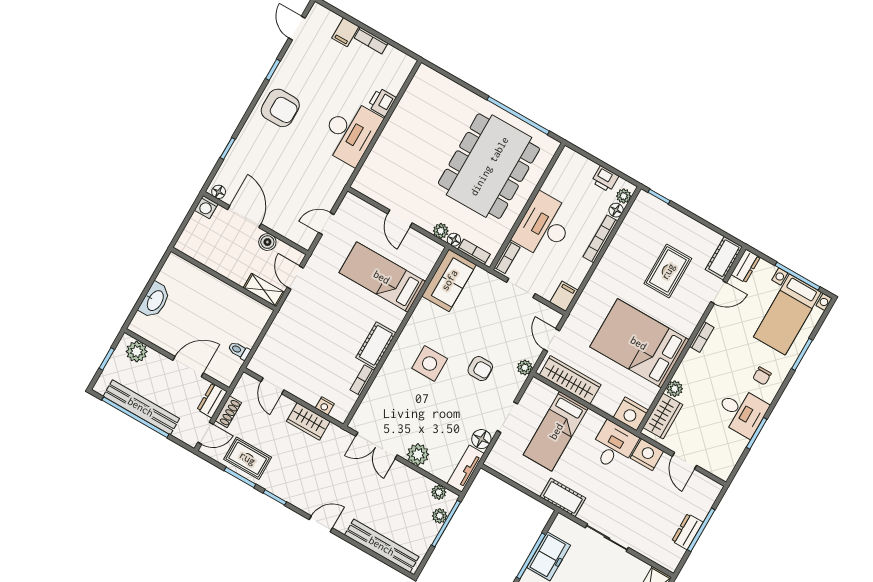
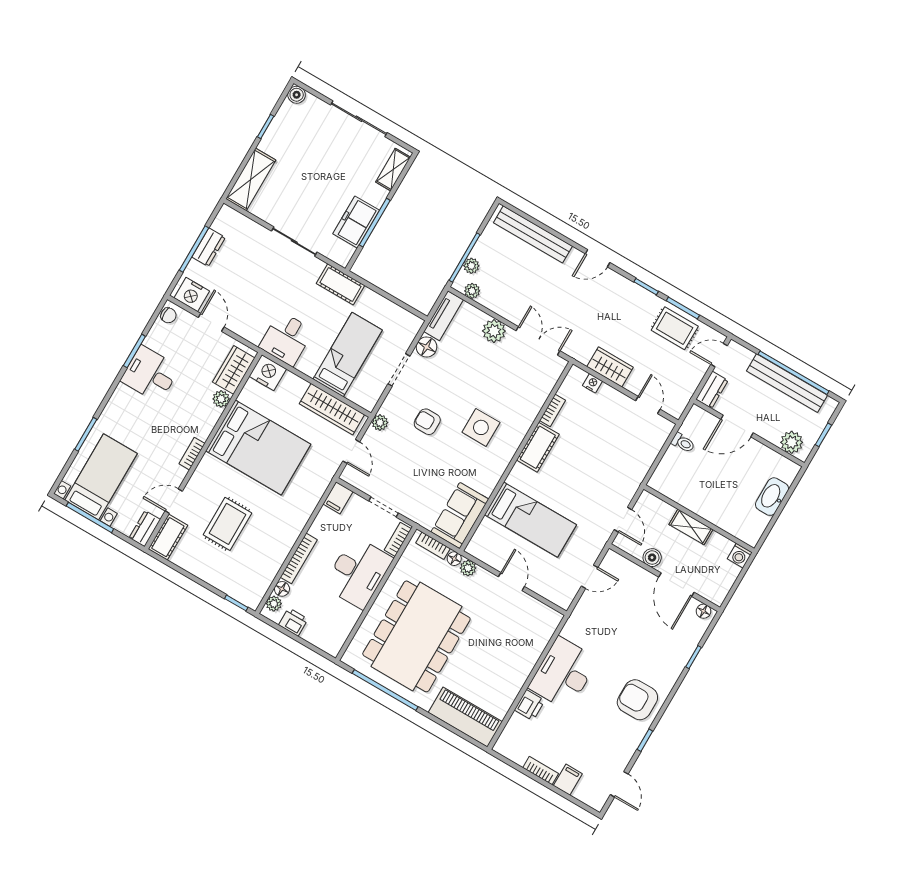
piano: (442, 90) -> (465, 717), added
washing machine: (206, 207) -> (740, 556), moved, turned 180
shelving: (264, 290) -> (691, 527), moved
chair: (762, 376) -> (168, 315), moved, turned 90
shoe rack: (228, 412) -> (695, 378), removed
nightstand: (647, 455) -> (192, 295), moved

